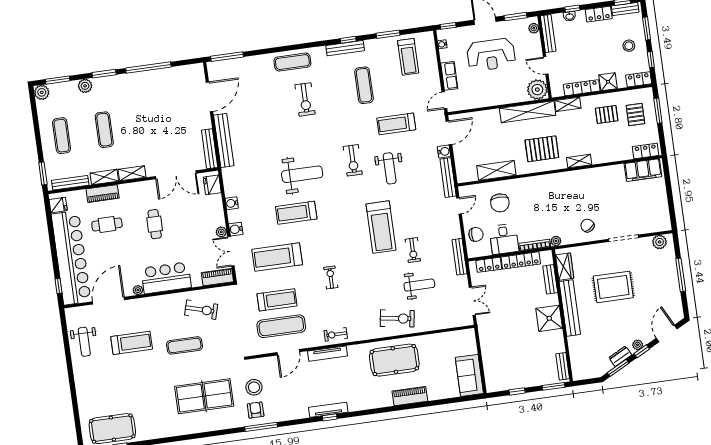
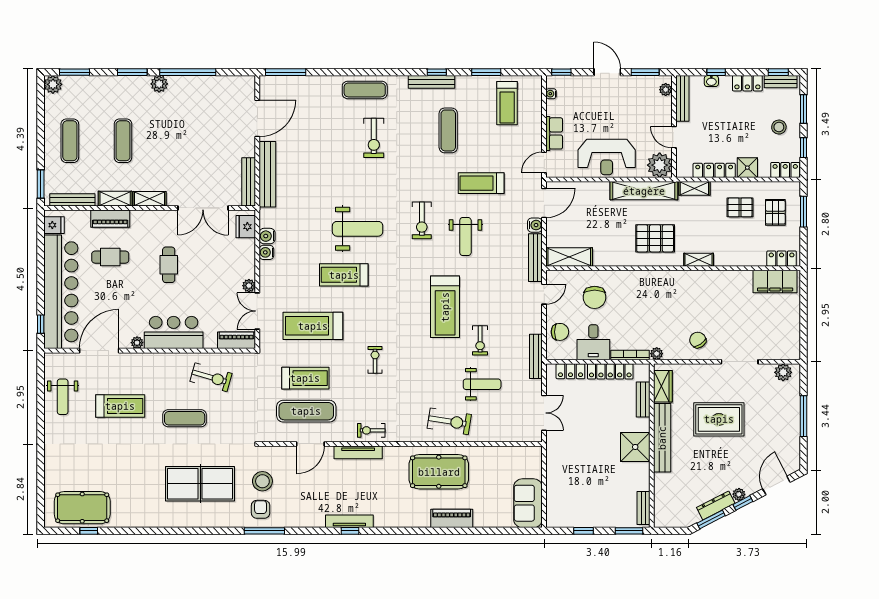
reception desk: (491, 55) -> (607, 157), moved
plant: (85, 86) -> (159, 84), moved
shelving: (496, 170) -> (569, 257), moved
water cooler: (236, 229) -> (267, 236), moved
dresser: (620, 356) -> (716, 505), width x1.44

